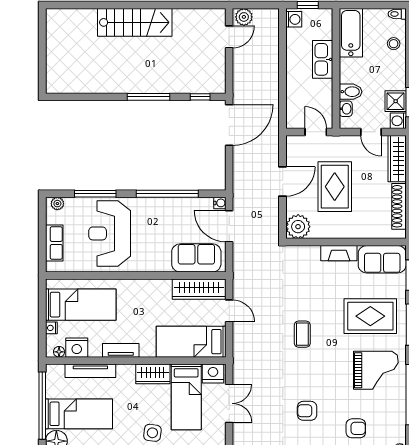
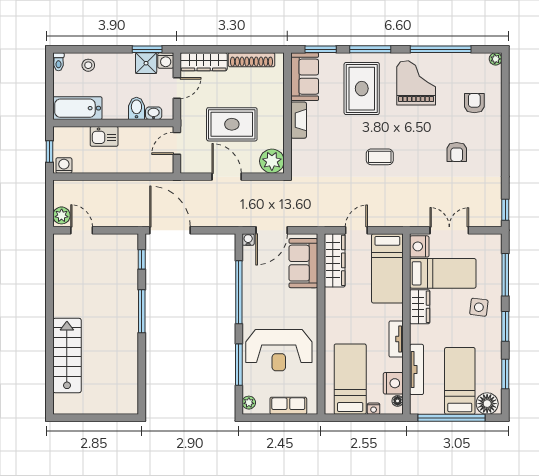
stairs: (135, 22) -> (67, 356), moved
kitchen sink: (323, 59) -> (104, 136), width x0.73

